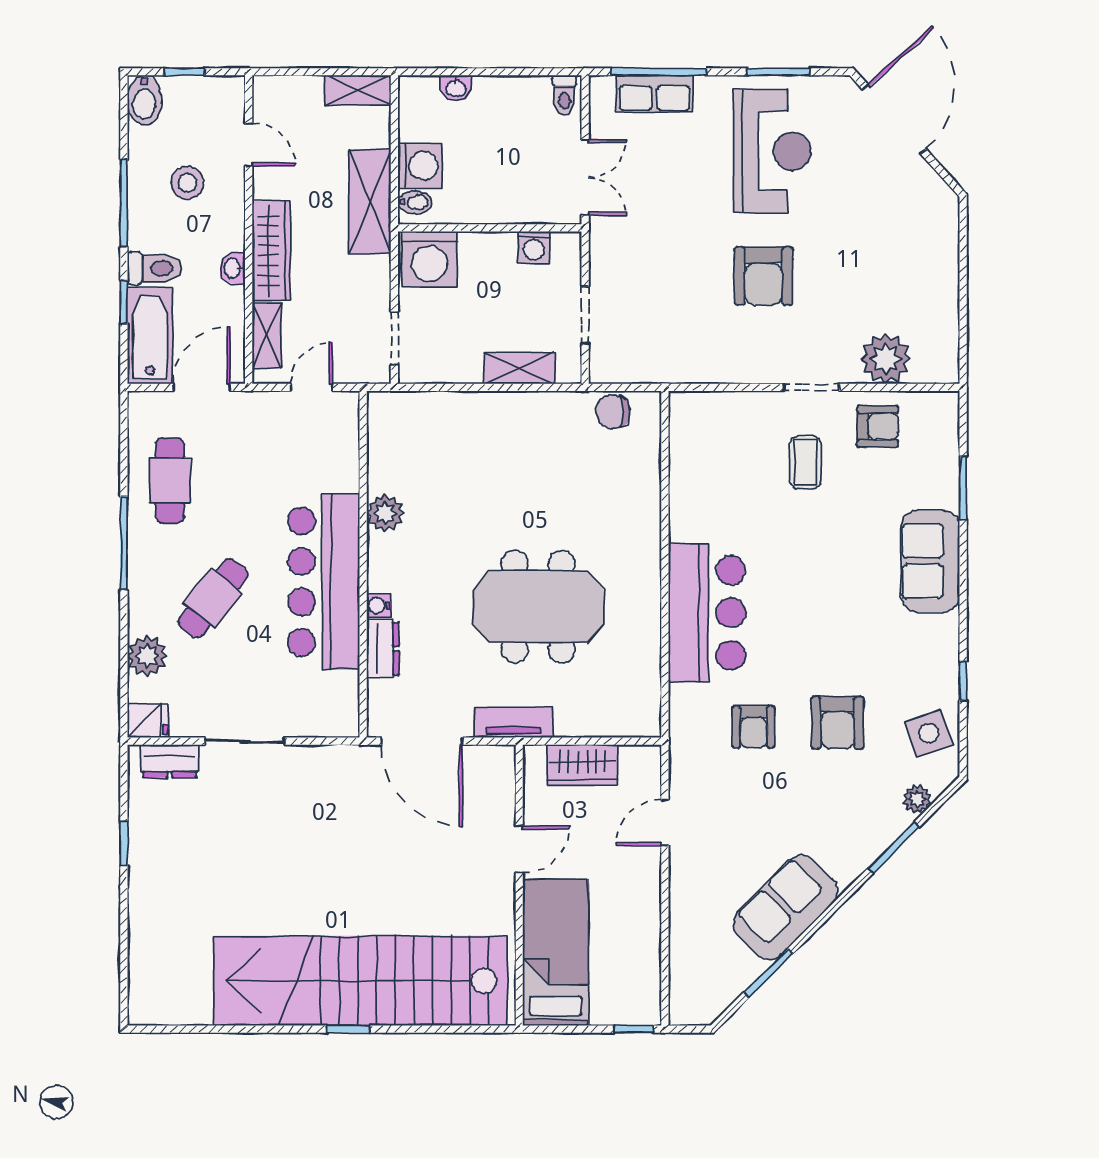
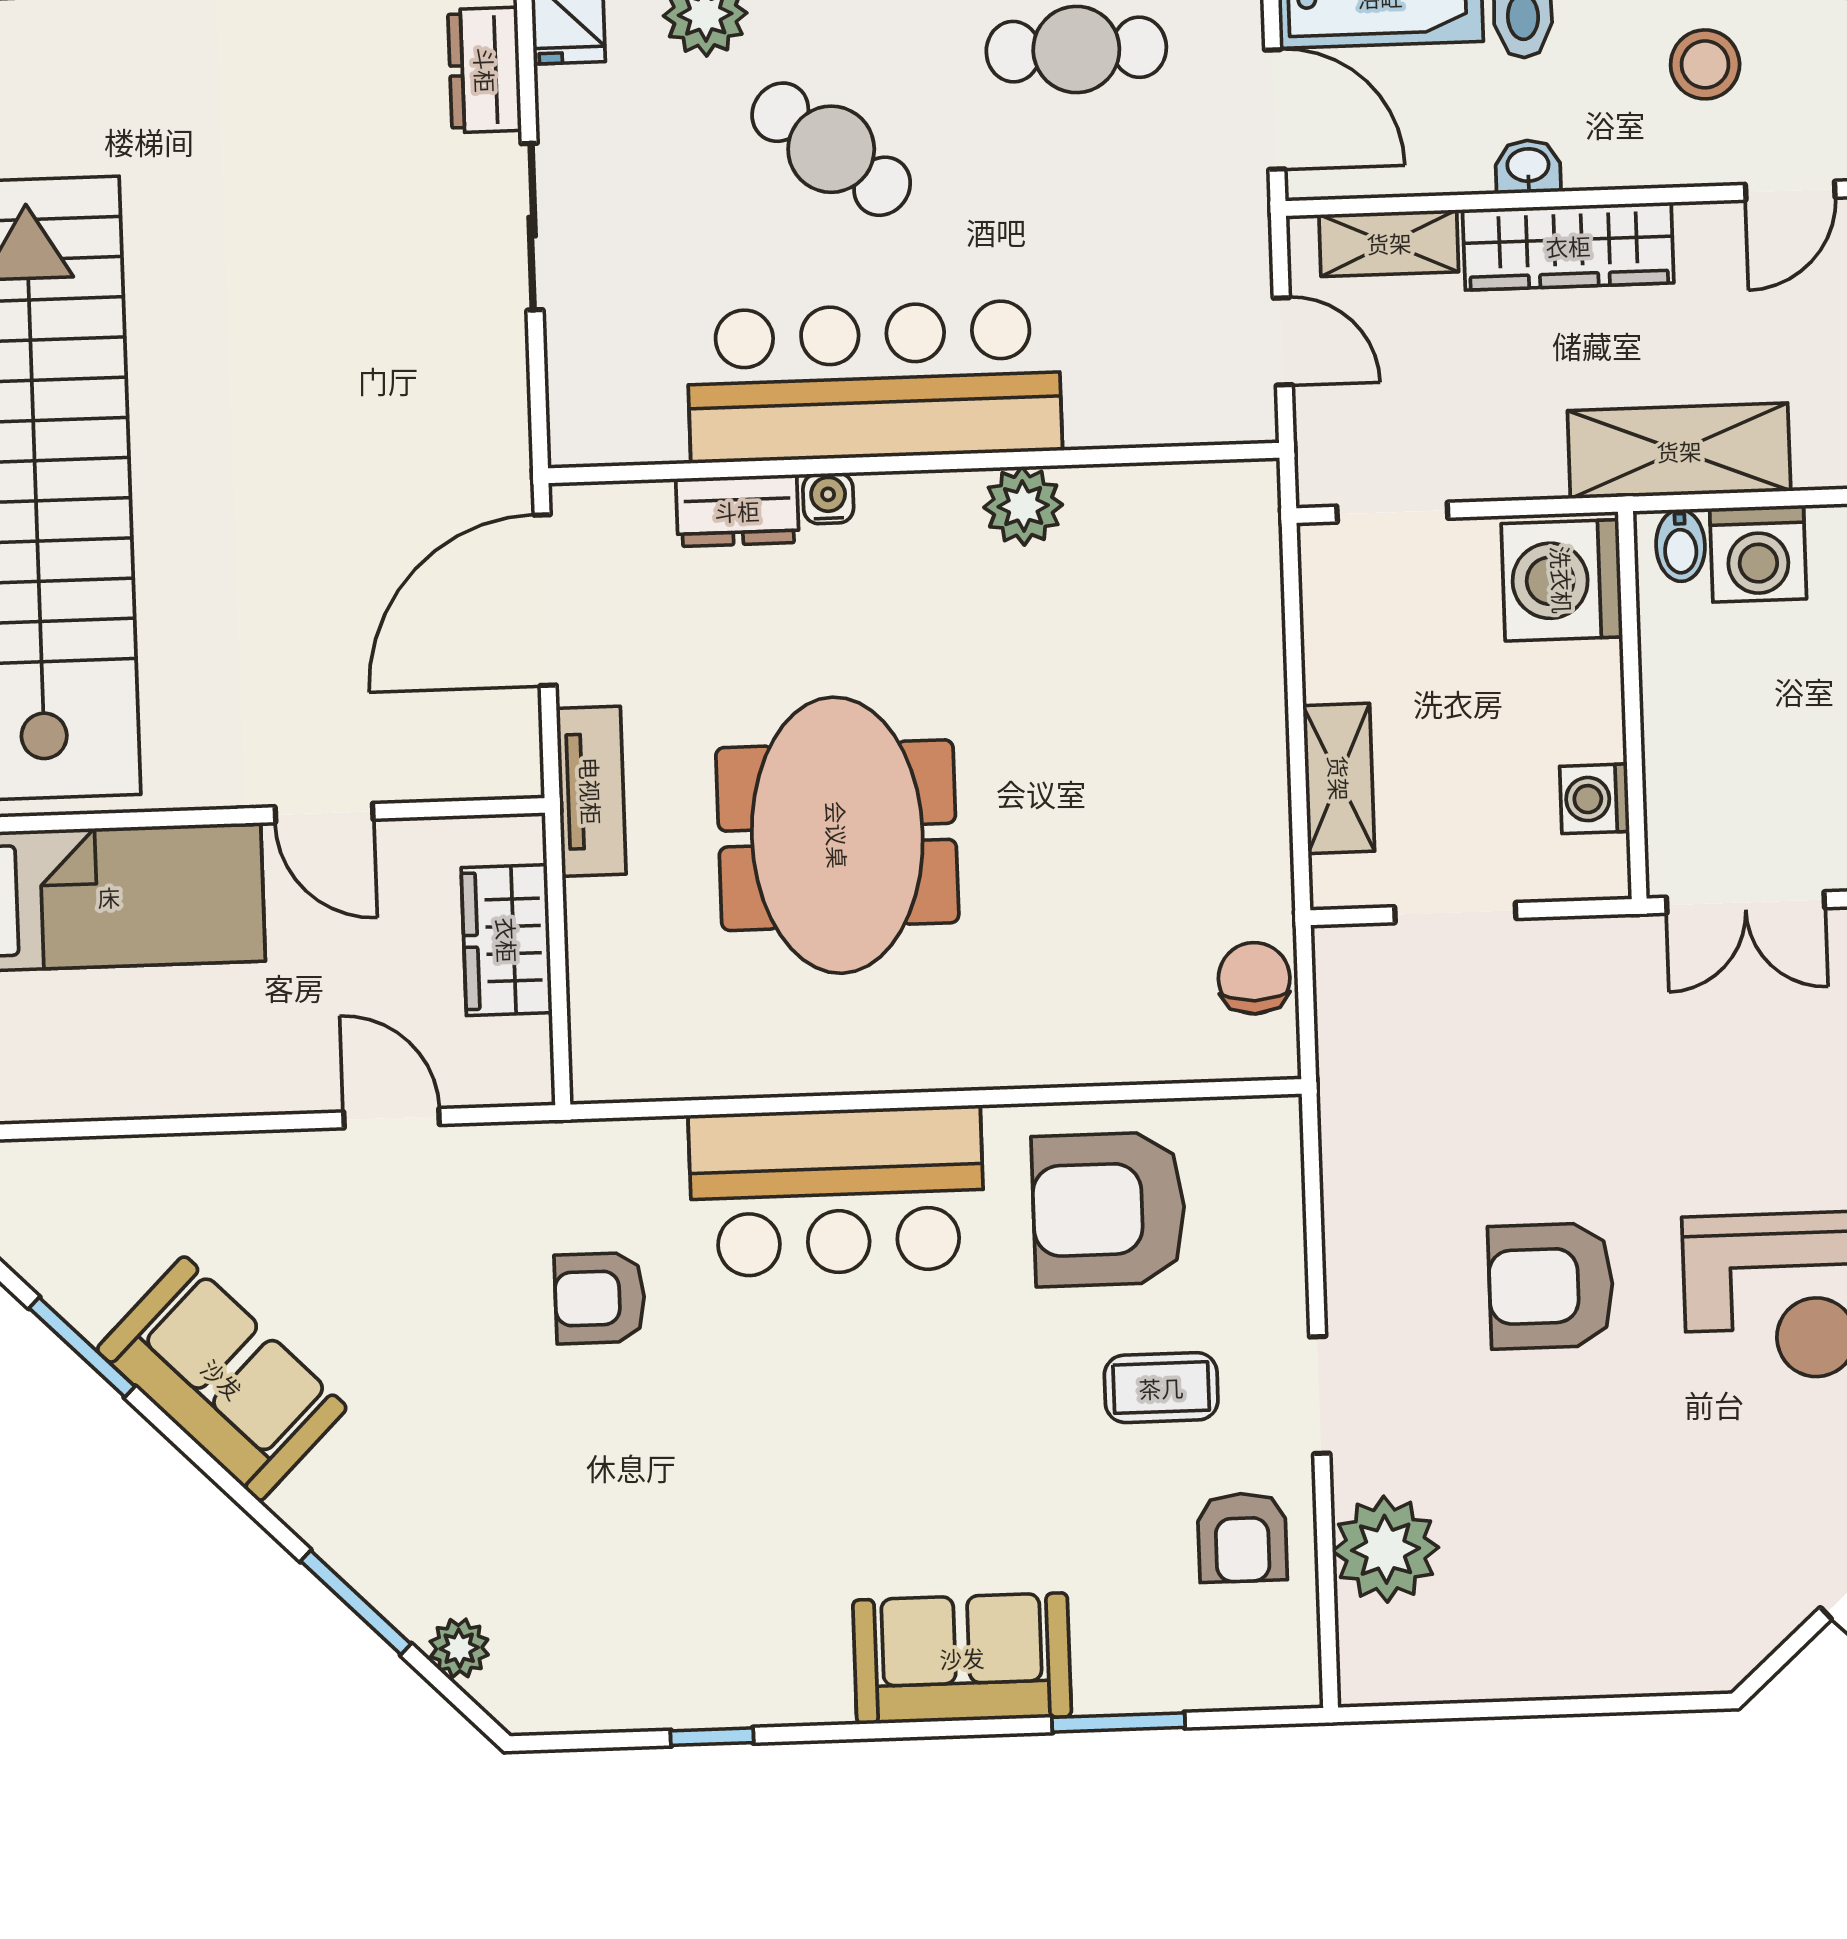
armchair: (838, 723) -> (1109, 1209), moved, width x1.36, depth x1.36
side table: (929, 733) -> (599, 1668), removed

